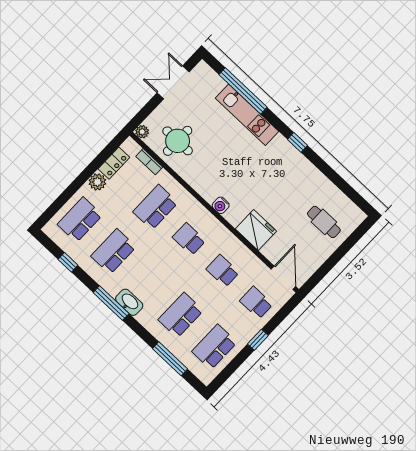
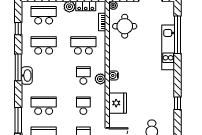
window: (297, 142) -> (178, 103), moved
plant: (211, 224) -> (100, 79), added

